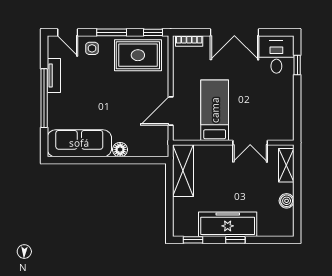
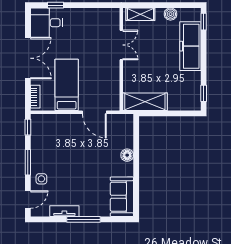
rug: (138, 55) -> (47, 140), removed
window: (44, 98) -> (84, 219), width x0.68
bed: (215, 110) -> (67, 85), moved, turned 90
sofa: (79, 143) -> (122, 197), width x0.73
freezer: (228, 224) -> (190, 46), moved
window: (235, 240) -> (204, 22), moved

